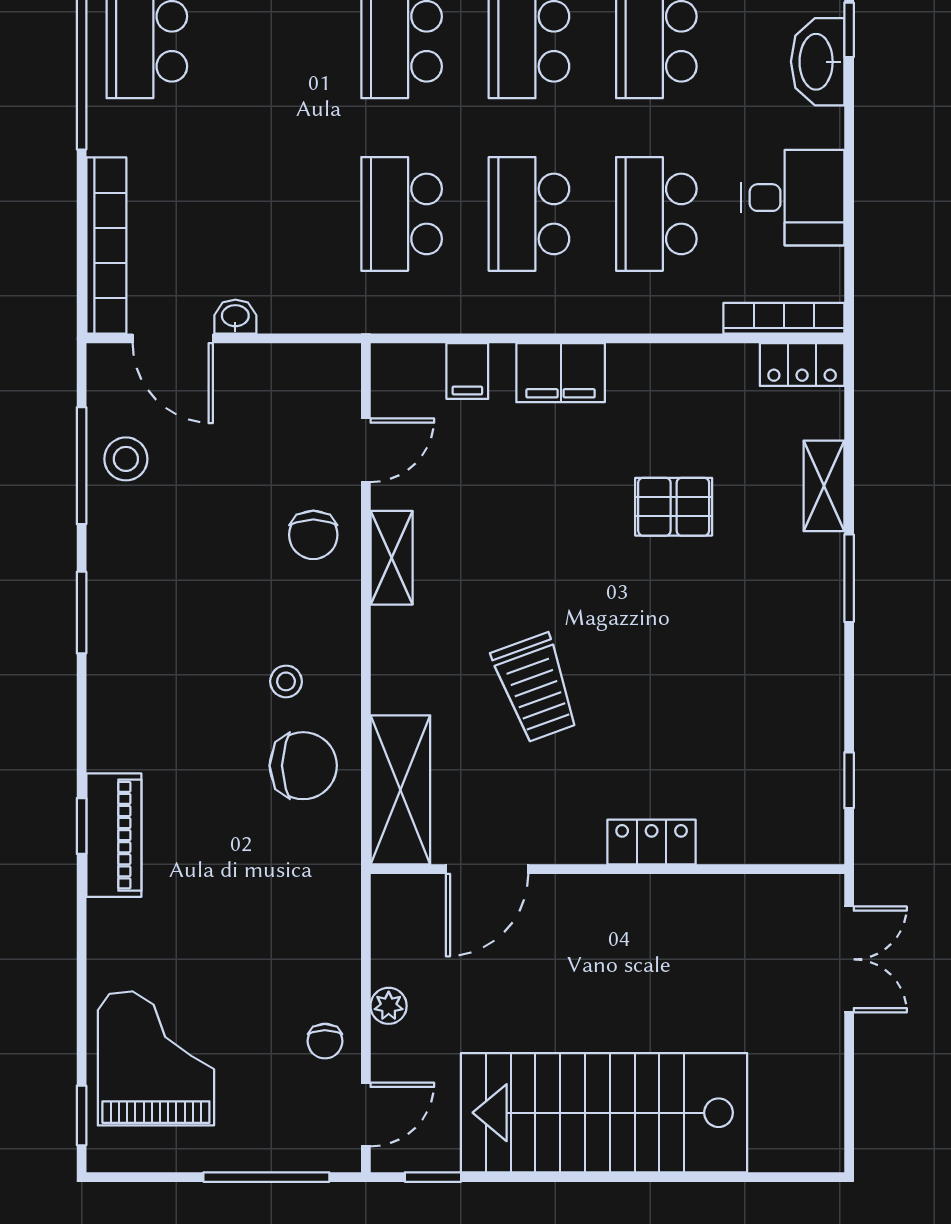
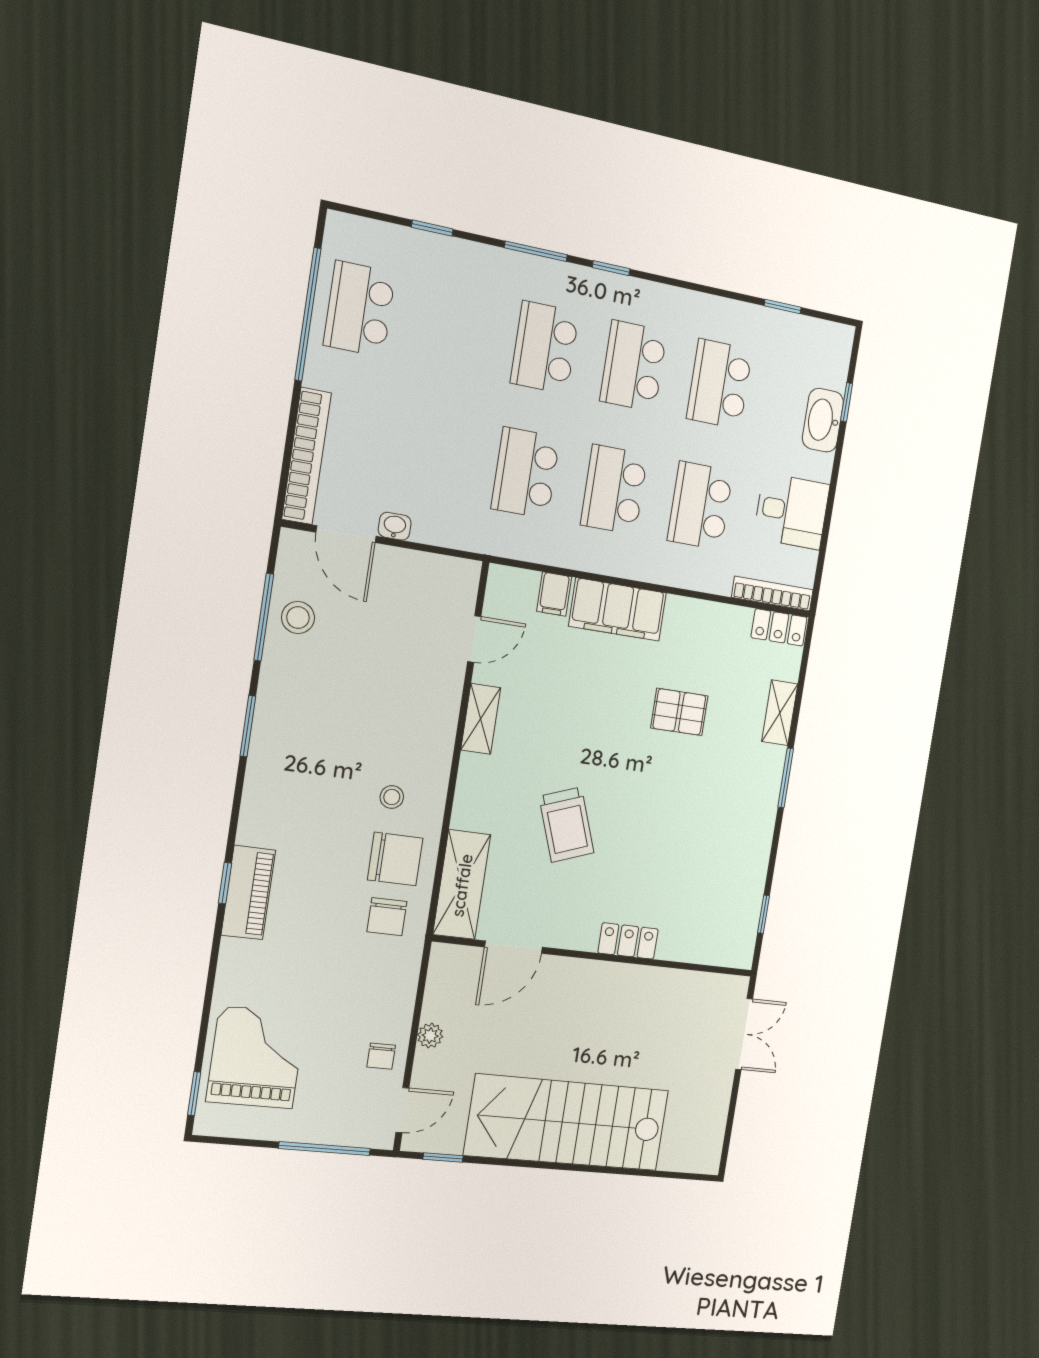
filing cabinet: (561, 373) -> (618, 609), width x1.50, depth x1.17
chair: (313, 535) -> (387, 917), moved

